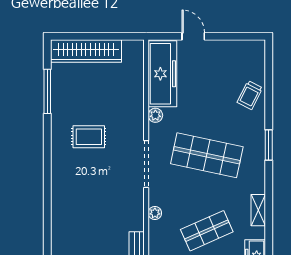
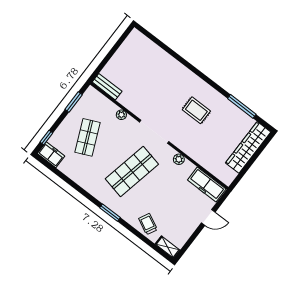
freezer: (162, 74) -> (207, 184), width x0.73, depth x0.79
rug: (89, 137) -> (196, 110), turned 90
shelving: (258, 210) -> (168, 247), moved

